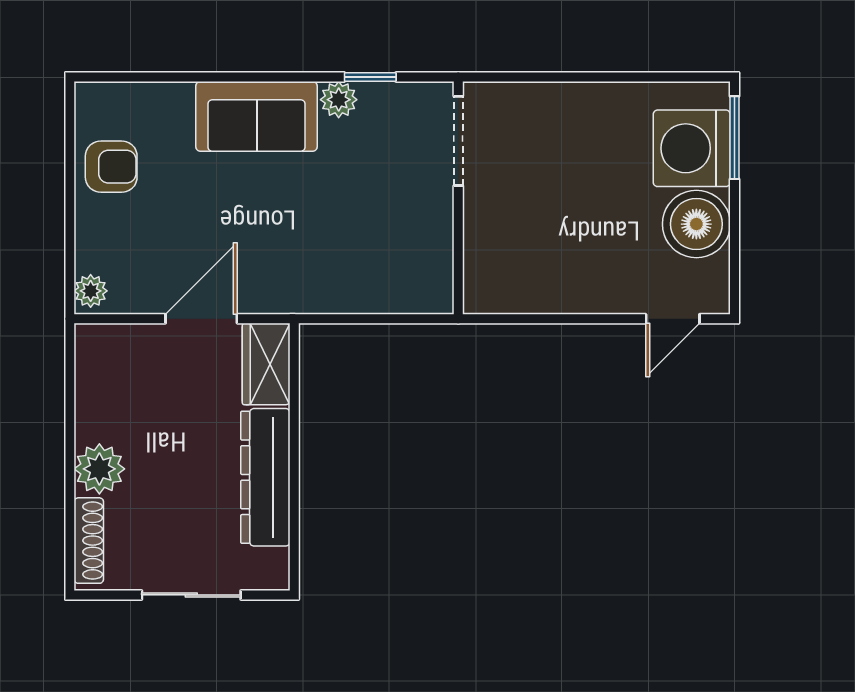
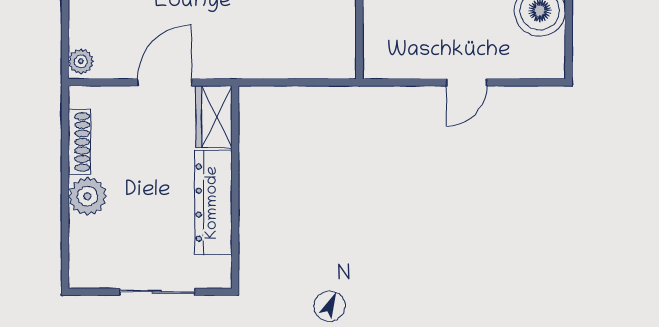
door: (673, 319) -> (467, 82), moved
shoe rack: (89, 541) -> (79, 142), moved

